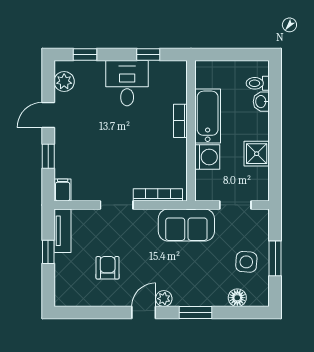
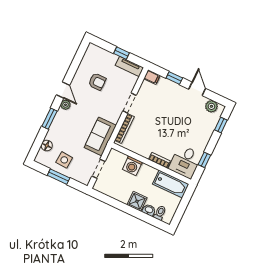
desk: (127, 83) -> (185, 162), moved, turned 90
bathtub: (208, 116) -> (171, 184), moved
shower: (257, 154) -> (137, 201), moved

